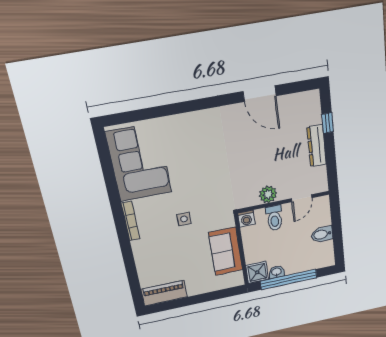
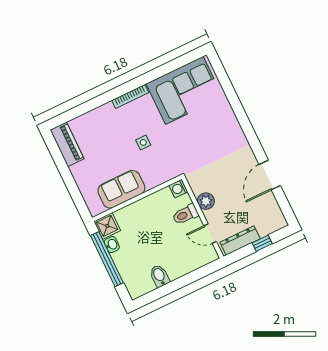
plant: (268, 194) -> (206, 201), moved
door: (302, 198) -> (210, 234), moved
wall: (284, 202) -> (203, 218), moved
toilet: (274, 218) -> (185, 214), moved
washing machine: (246, 219) -> (178, 189), moved

